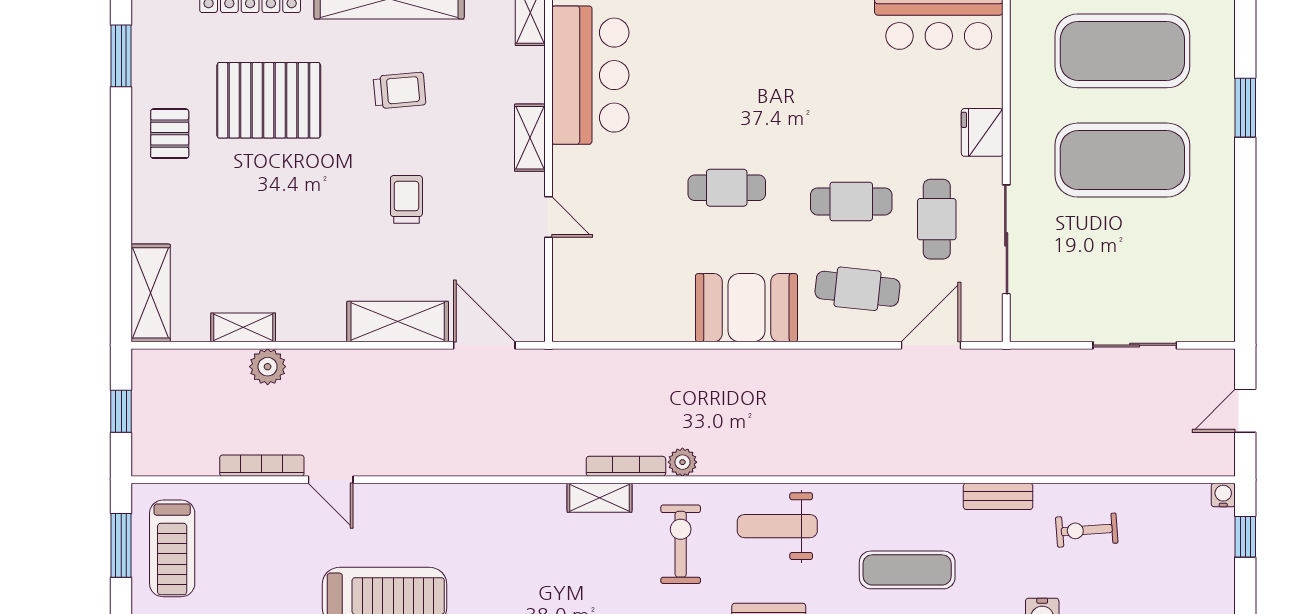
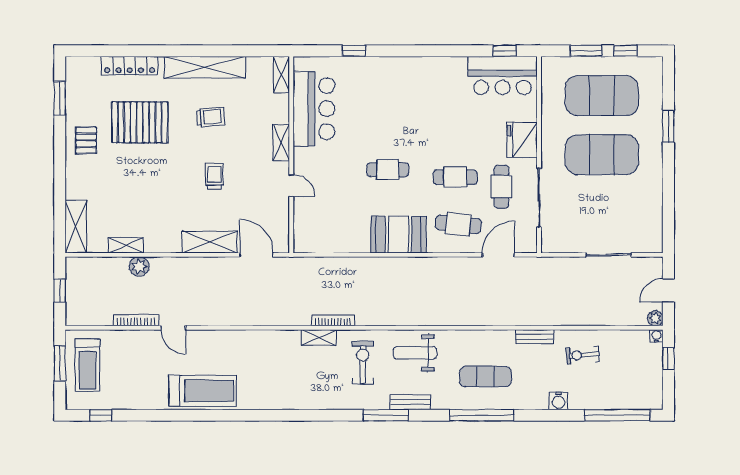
fridge: (982, 132) -> (522, 140), width x1.36, depth x1.34
plant: (682, 462) -> (655, 318), moved

